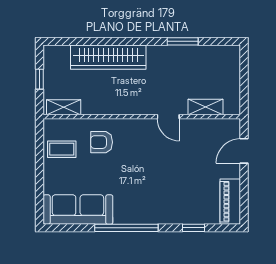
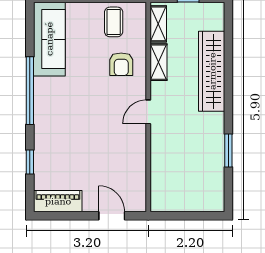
shelving: (206, 107) -> (158, 62), moved
door: (168, 117) -> (148, 112), moved
armchair: (102, 142) -> (121, 64), turned 180

